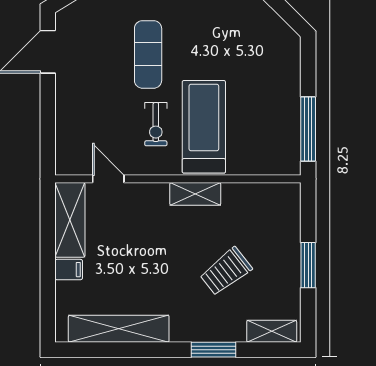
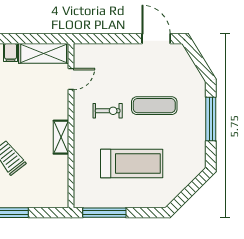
exercise bike: (156, 124) -> (108, 111), turned 180
treadmill: (204, 127) -> (132, 164), moved

